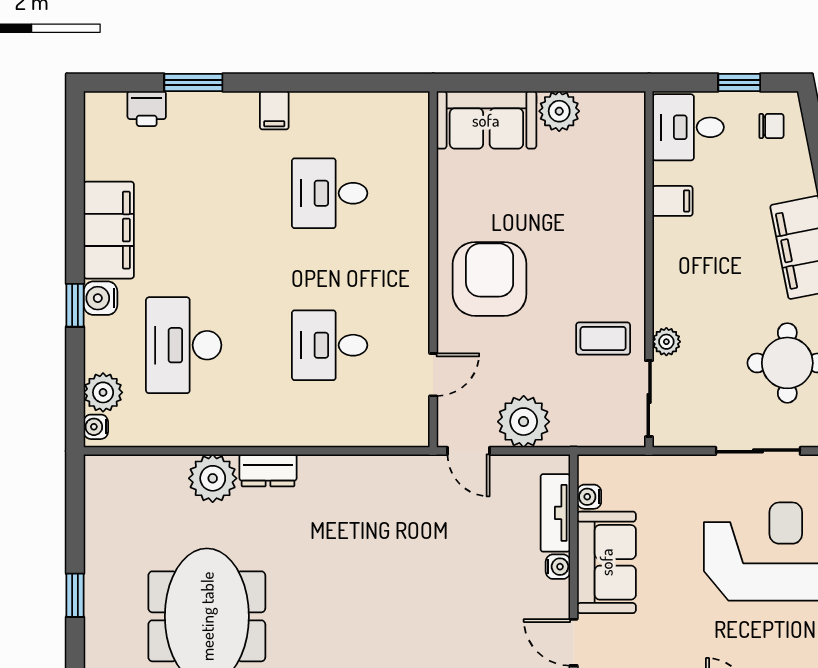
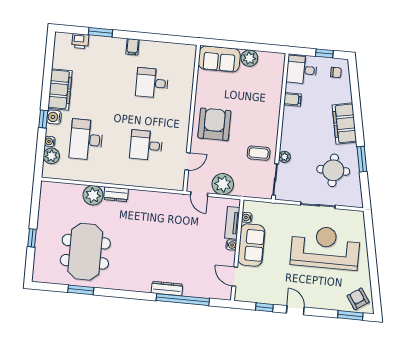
water cooler: (96, 427) -> (50, 141), moved

